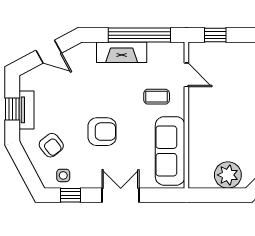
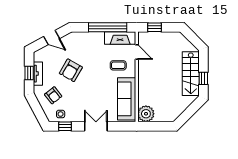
fireplace: (122, 52) -> (120, 38), moved
armchair: (102, 132) -> (71, 70), moved, turned 120
plant: (228, 175) -> (146, 114), moved

